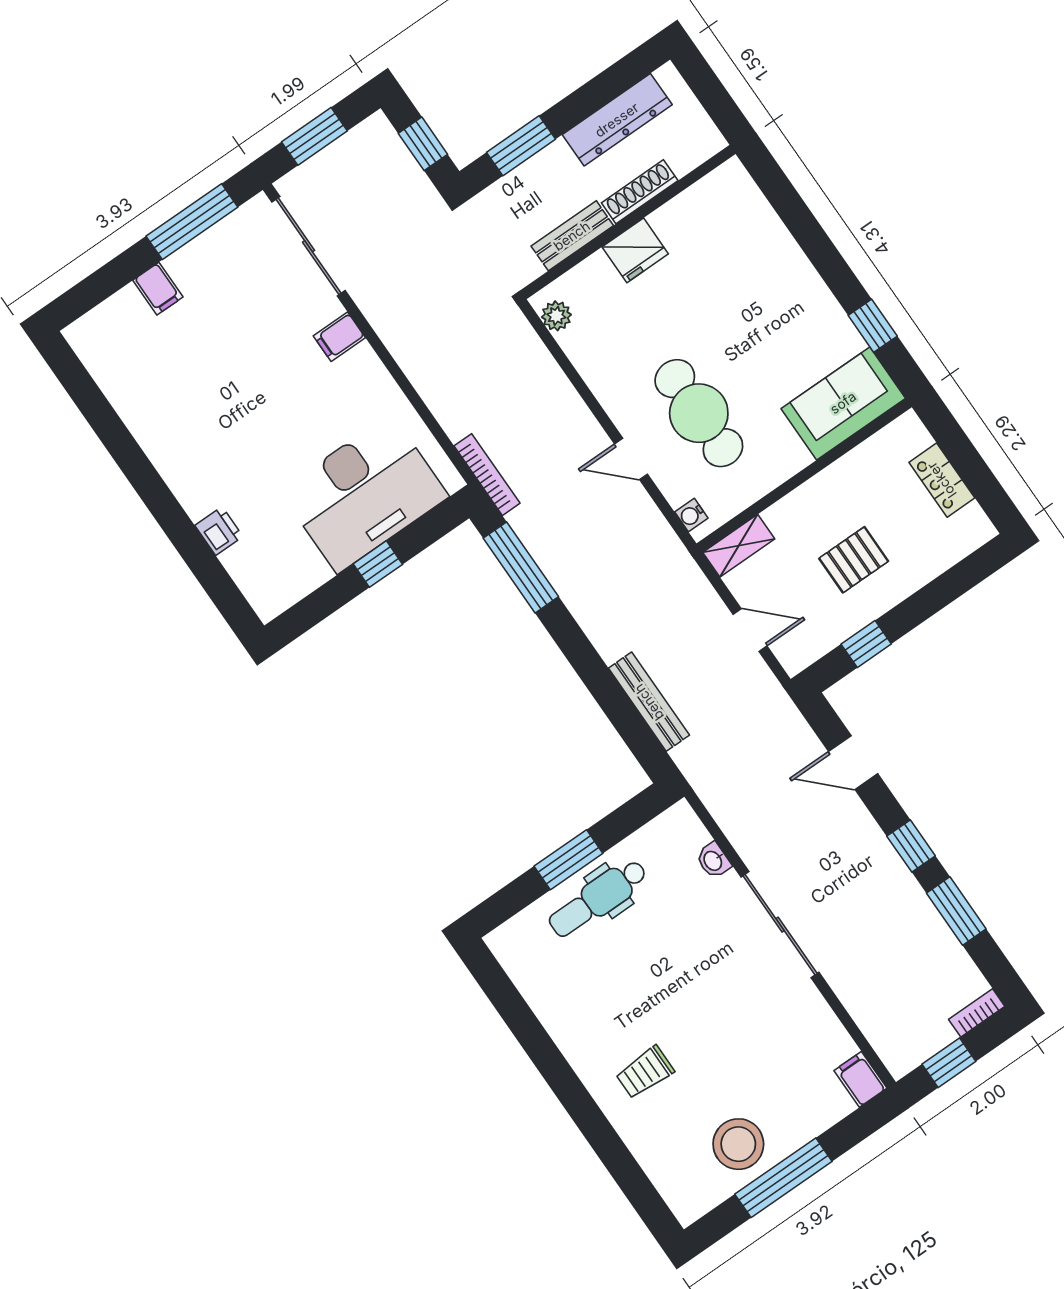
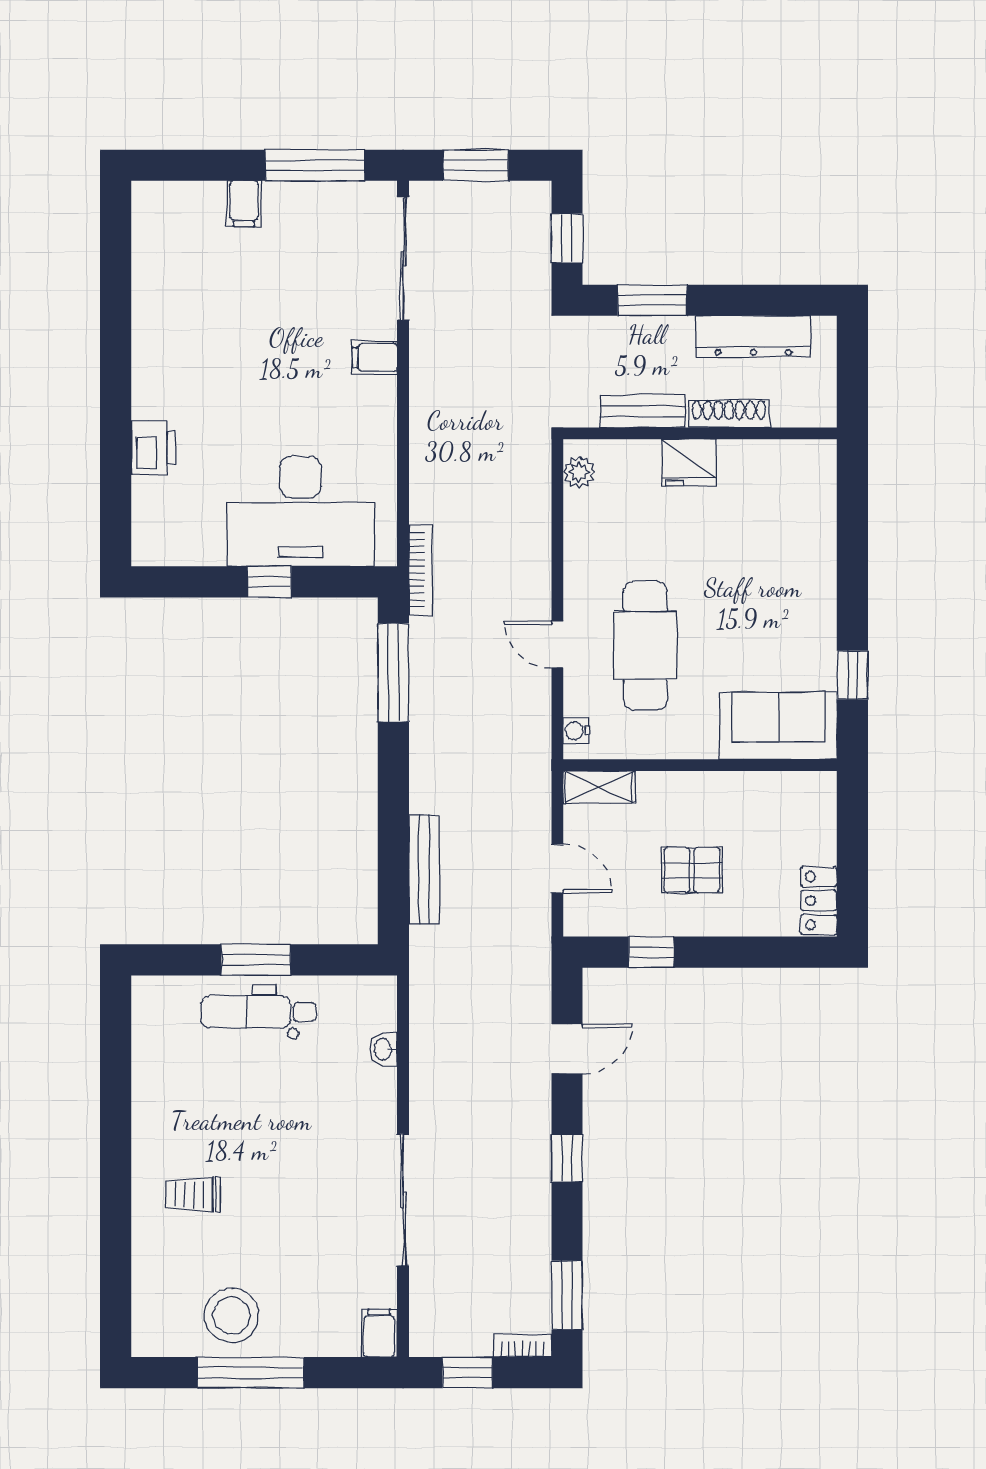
locker: (942, 480) -> (819, 901), moved
printer: (219, 531) -> (153, 448), width x1.36, depth x1.24
door: (853, 763) -> (567, 1049), swing flipped
window: (956, 911) -> (567, 1295), moved
sliding door: (780, 925) -> (403, 1200), moved

